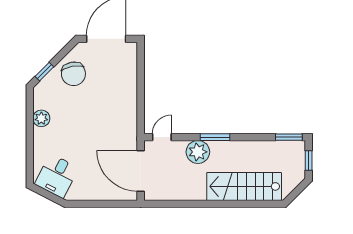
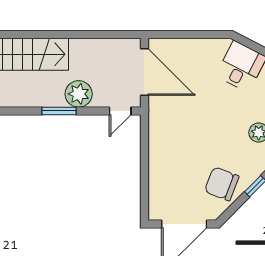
chair: (73, 74) -> (222, 184), turned -59

